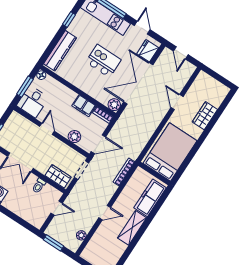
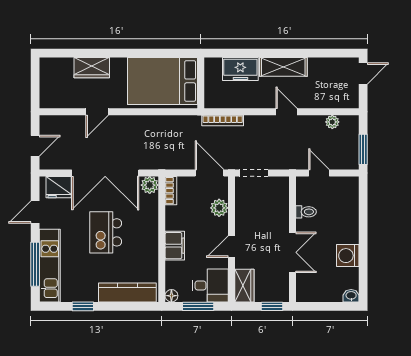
filing cabinet: (84, 106) -> (175, 246), moved
wardrobe: (58, 176) -> (244, 286), moved, turned 180
freezer: (150, 198) -> (240, 69), width x0.71

